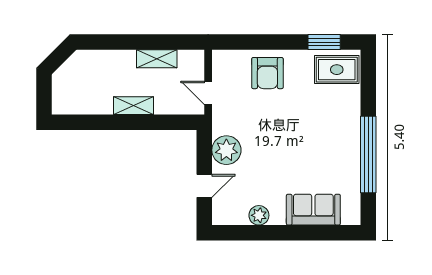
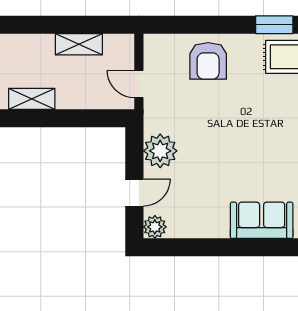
shelving: (134, 106) -> (32, 99), moved
plant: (259, 215) -> (155, 227), moved

